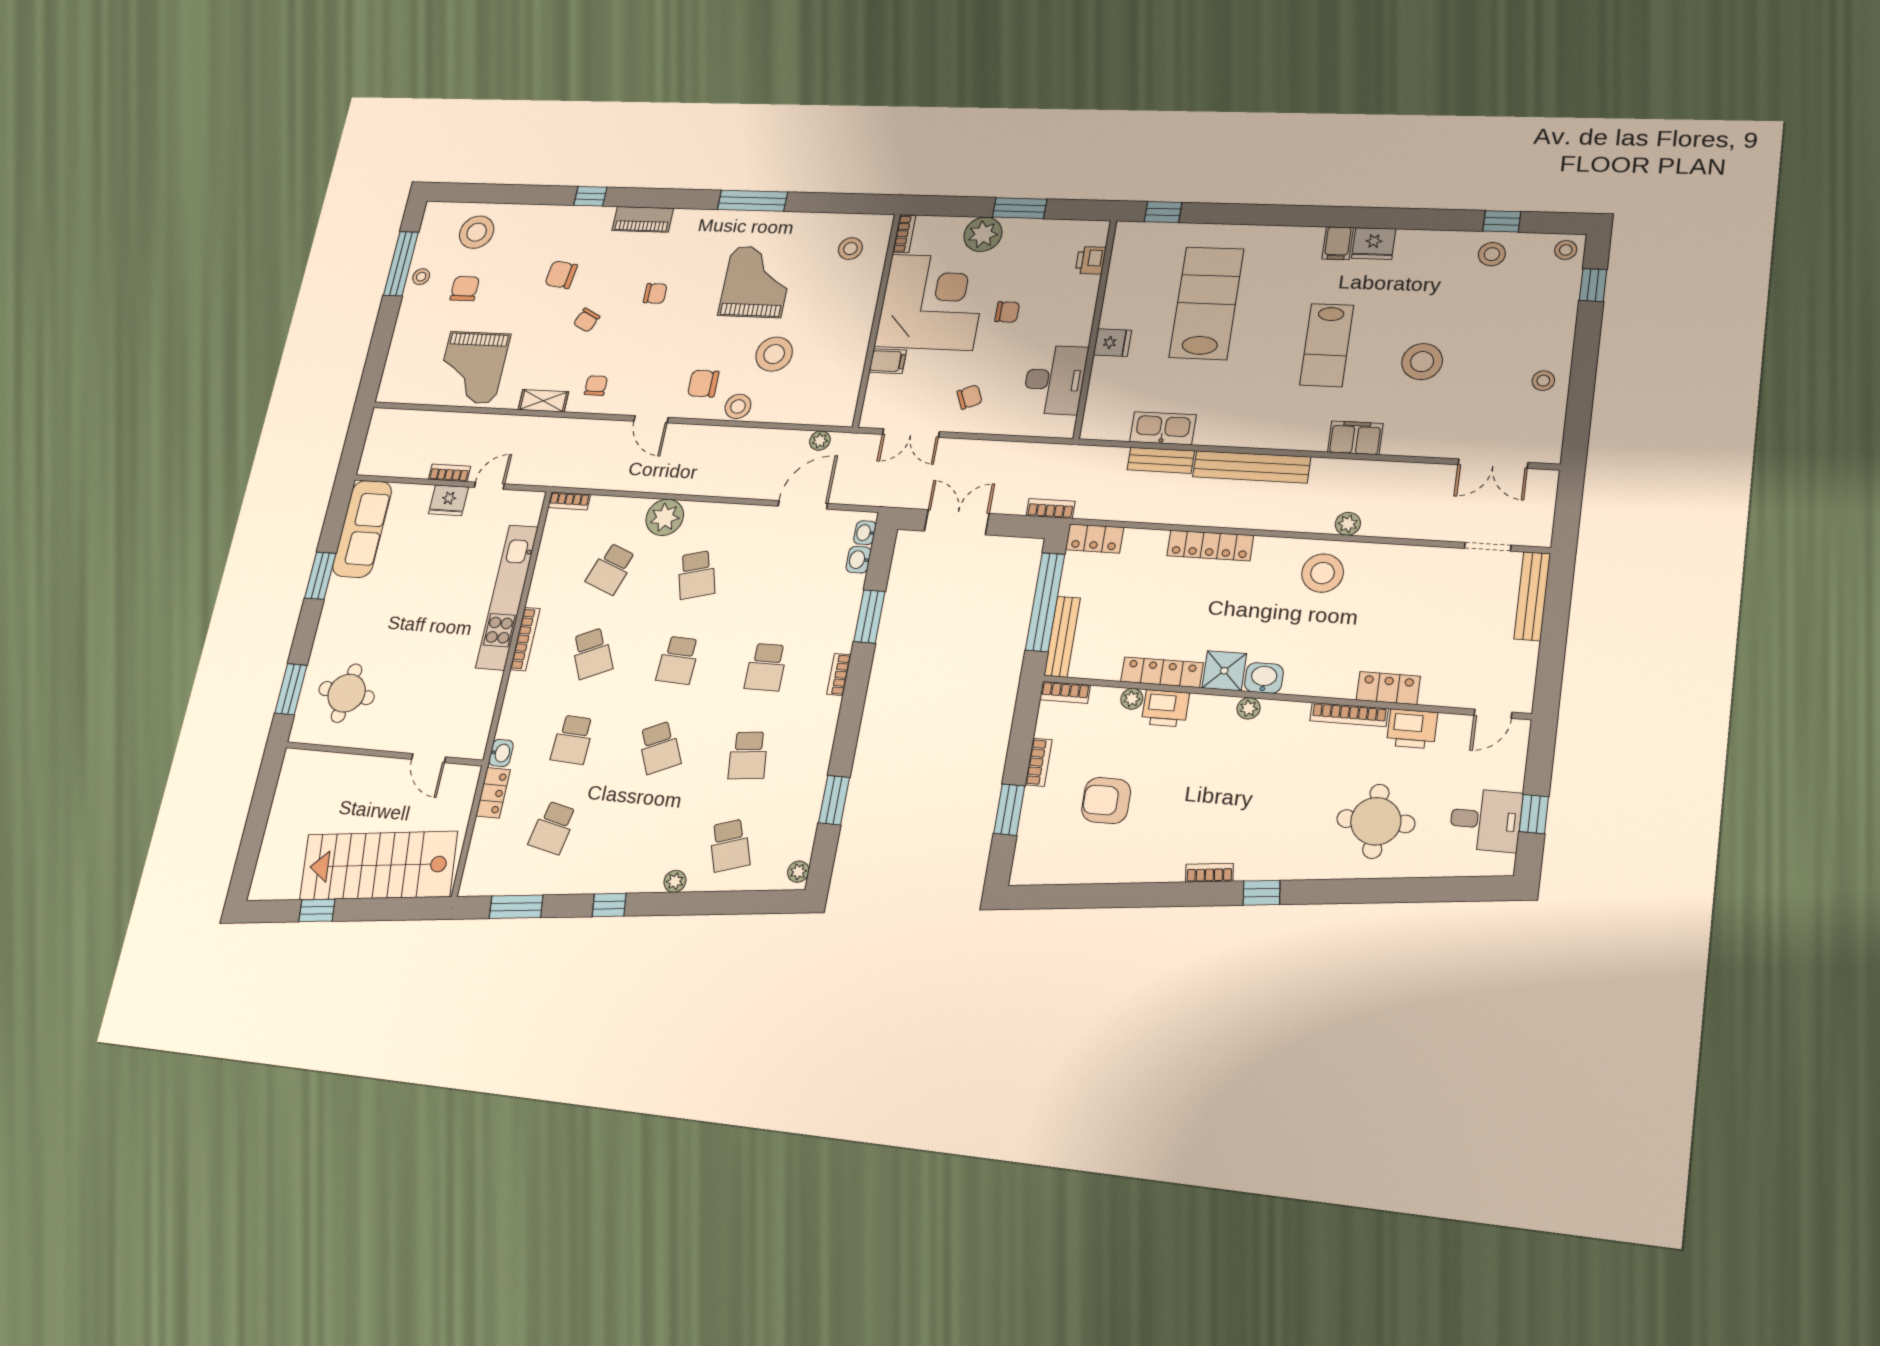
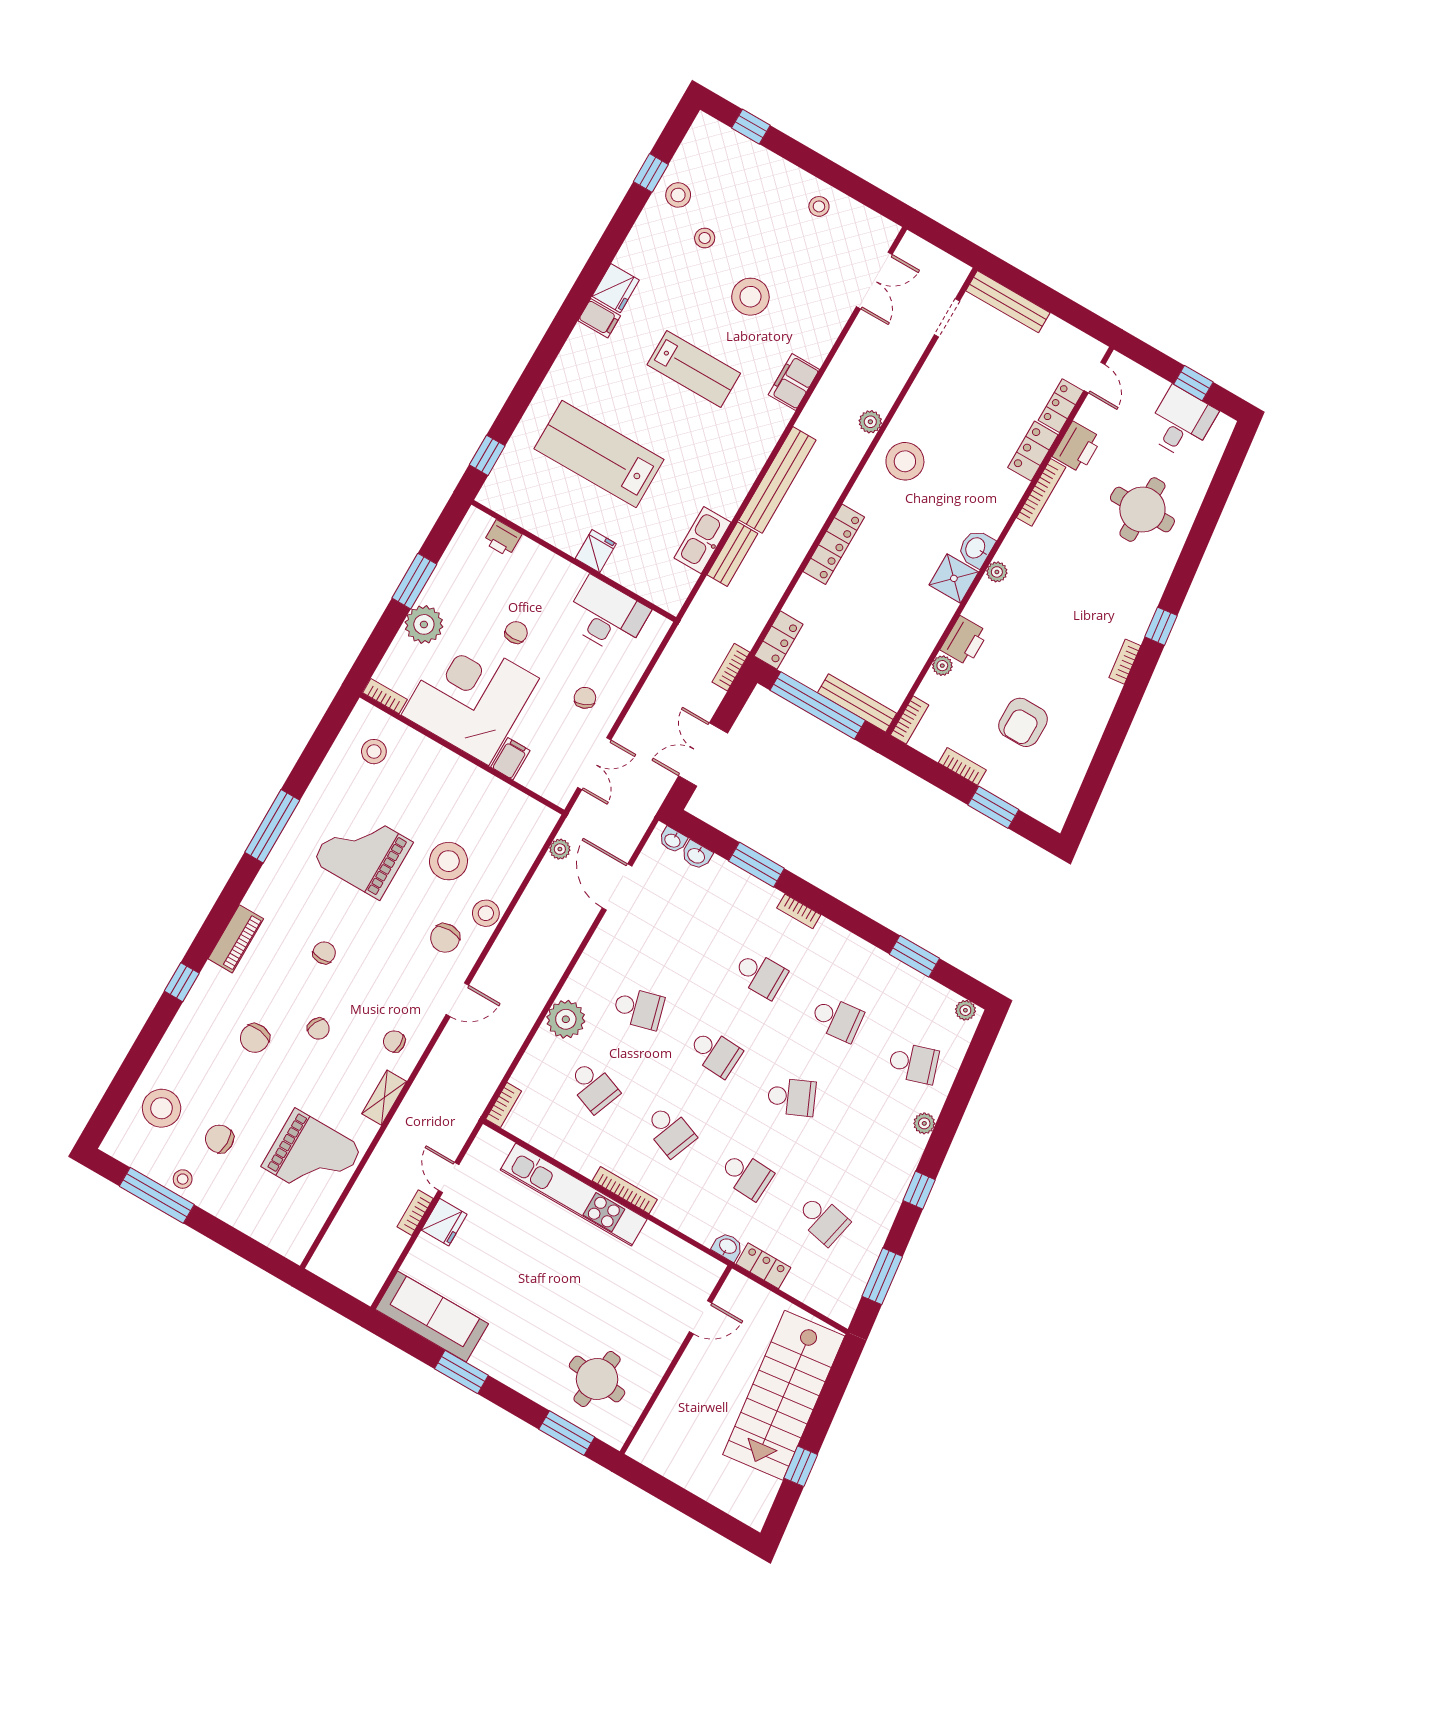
stool: (1566, 250) -> (705, 238), moved
school desk: (592, 653) -> (670, 1131), turned 45
locker: (1162, 672) -> (1061, 406), moved, width x0.66

